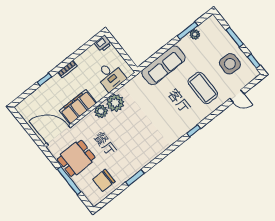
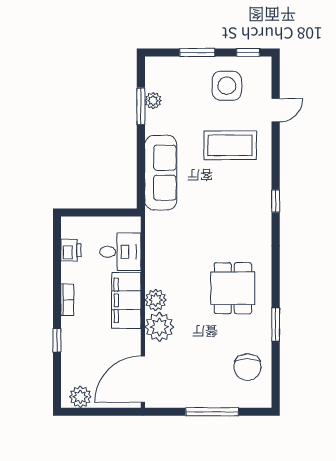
printer: (103, 43) -> (71, 250), moved
plant: (115, 103) -> (159, 327), moved
filing cabinet: (78, 107) -> (126, 300), moved
plant: (26, 112) -> (80, 397), added
dining table: (76, 158) -> (233, 288), moved

